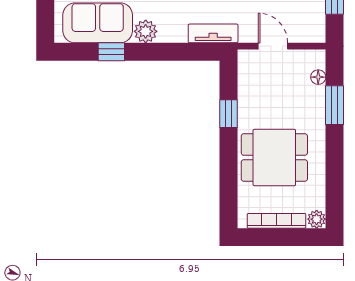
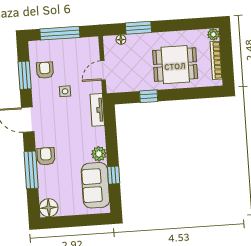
dining table: (274, 157) -> (175, 65), turned 90

